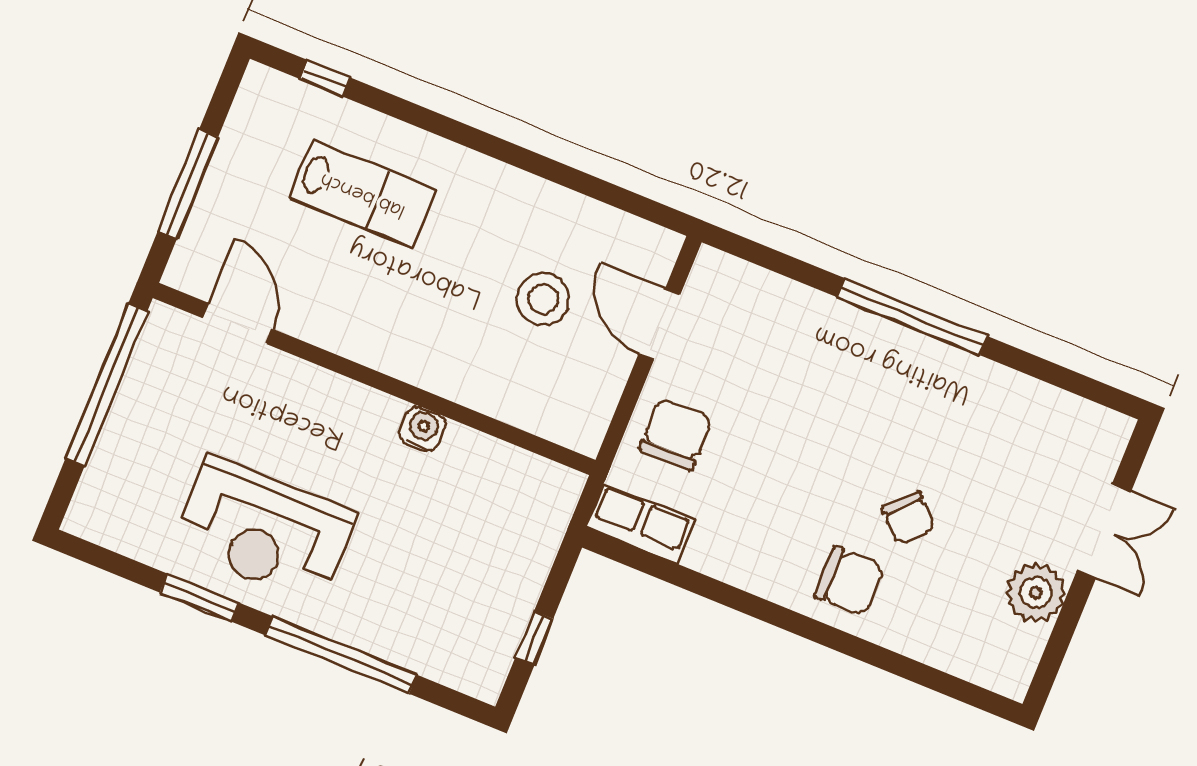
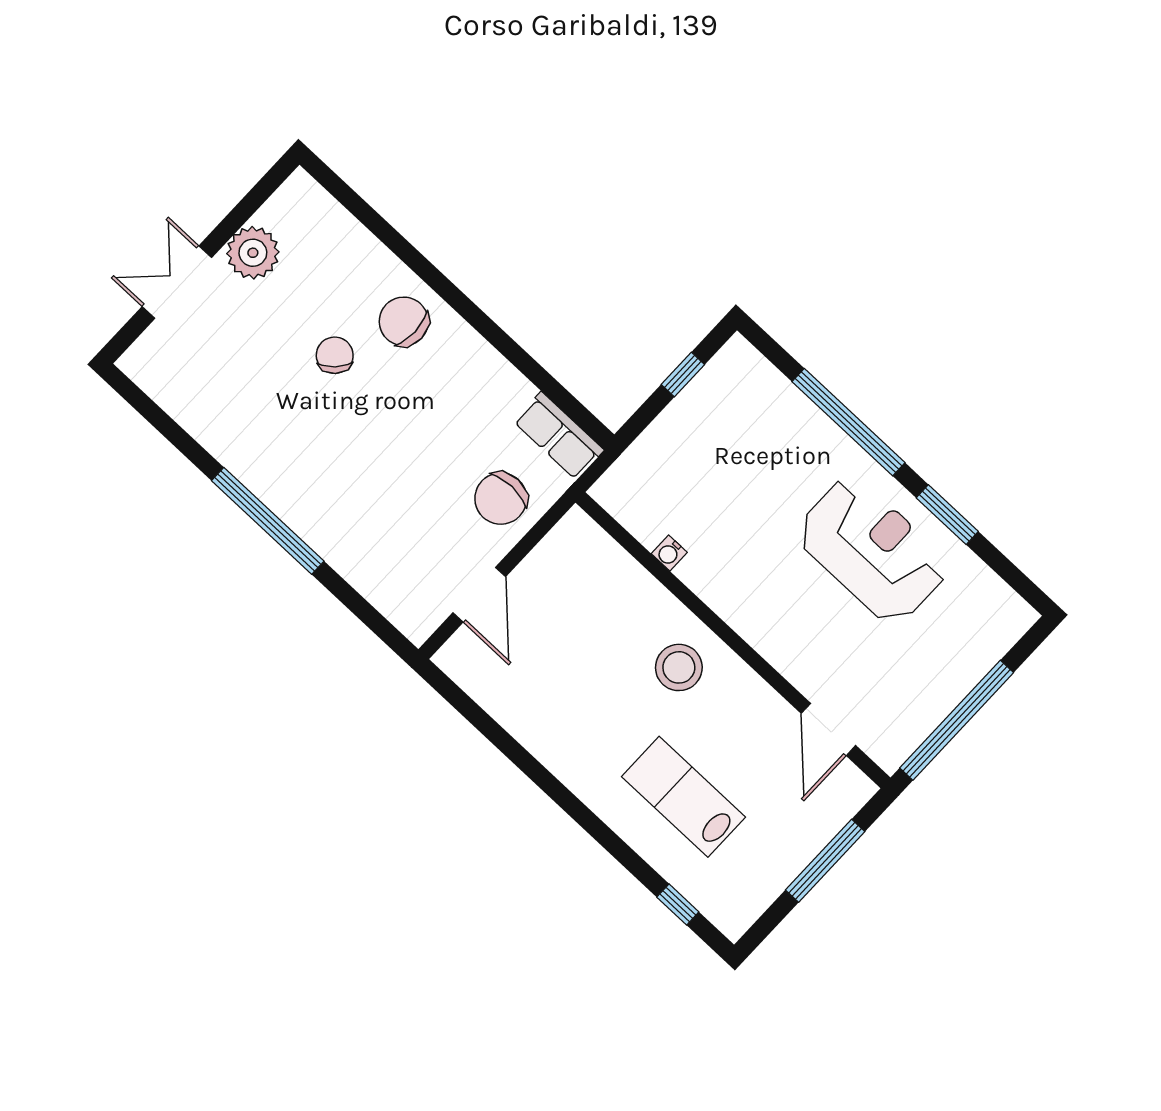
stool: (543, 299) -> (679, 667), moved
water cooler: (422, 429) -> (669, 553), moved, width x0.72, depth x0.72

